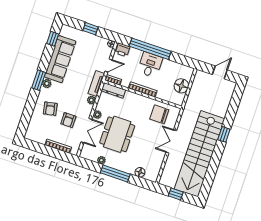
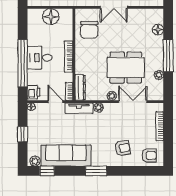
plant: (47, 83) -> (35, 161), moved
armchair: (68, 120) -> (149, 155), moved

